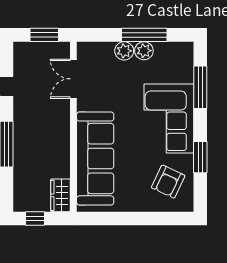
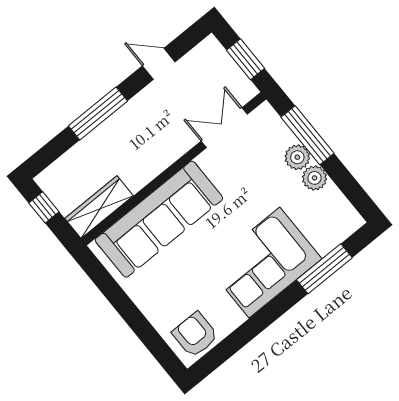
window: (144, 35) -> (308, 135), moved
window: (200, 157) -> (251, 329), removed
armchair: (168, 182) -> (195, 335), moved, turned 65
wardrobe: (60, 195) -> (99, 207), width x1.50

